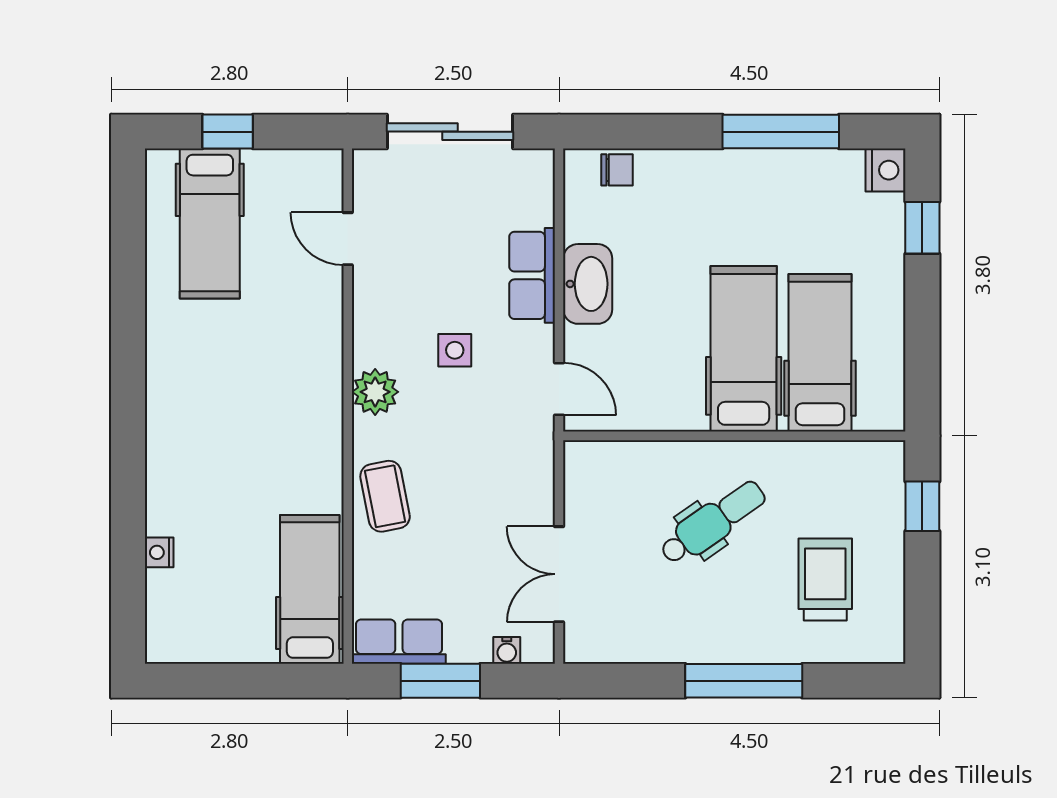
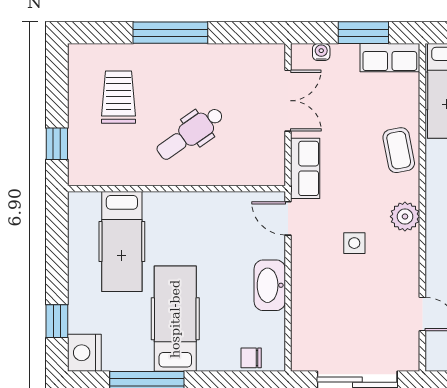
nightstand: (886, 170) -> (84, 353), width x1.36, depth x1.33
row of seats: (532, 275) -> (305, 168), moved
hospital bed: (744, 349) -> (175, 319), moved, turned 180
trolley: (825, 580) -> (119, 97), turned 180

